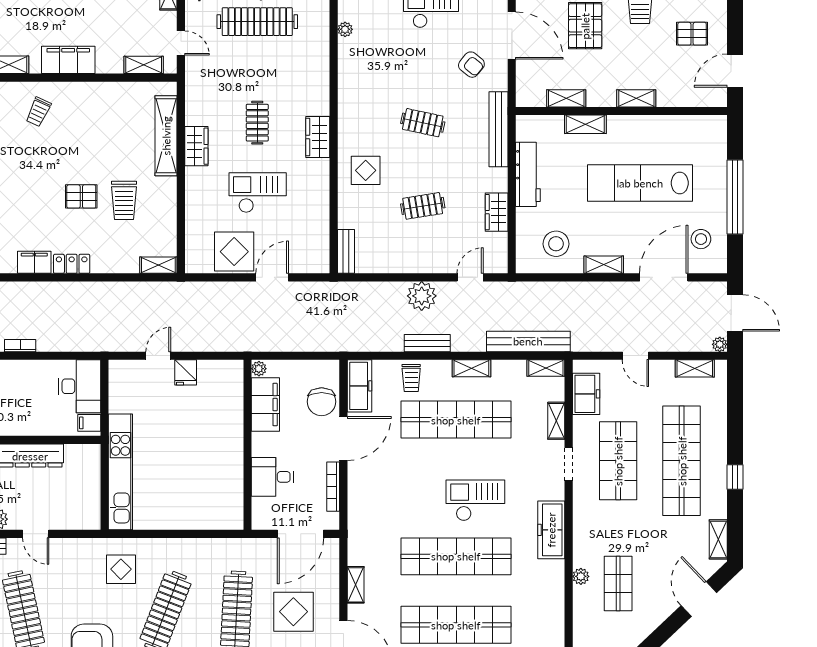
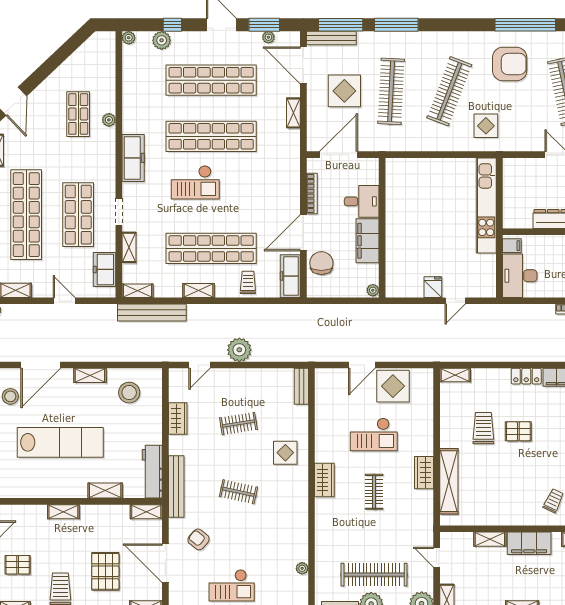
shelving: (144, 65) -> (490, 539), moved
shelving: (566, 98) -> (146, 512), moved
workbench: (528, 174) -> (152, 472), moved
bench: (427, 343) -> (235, 311), removed
filing cabinet: (265, 405) -> (367, 241), moved

